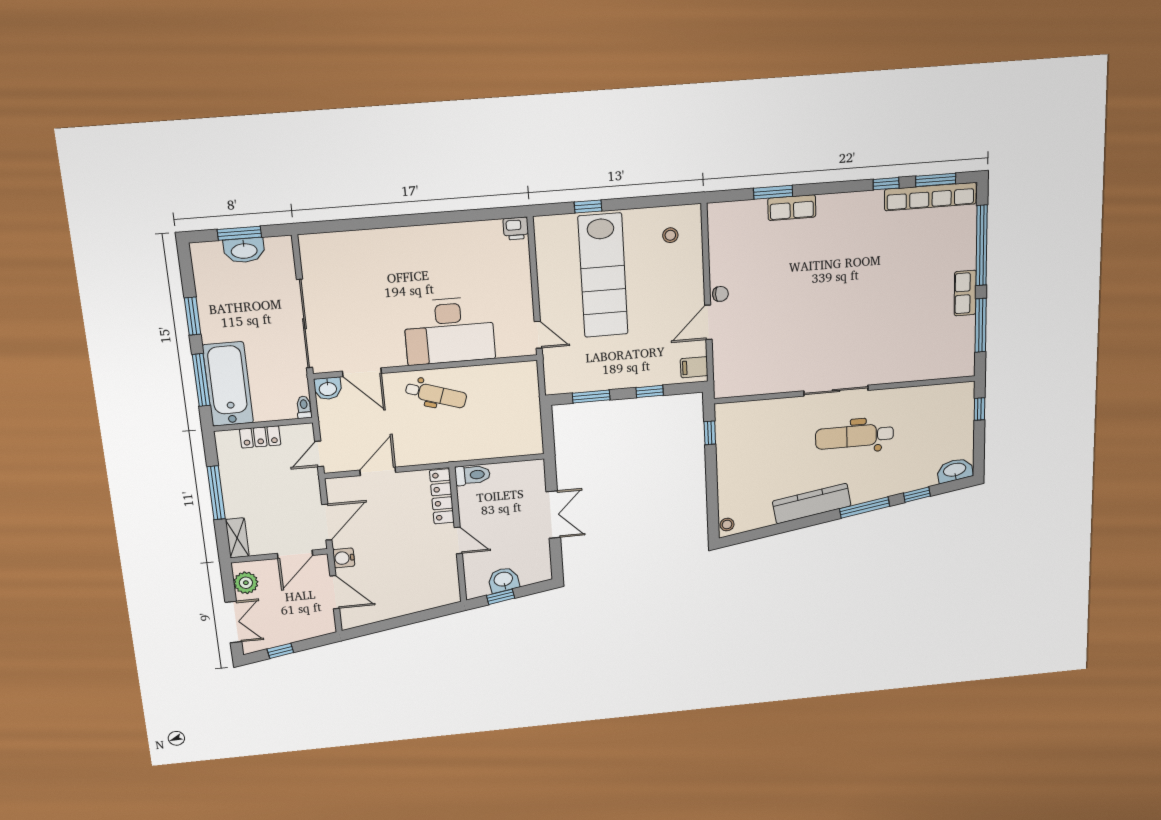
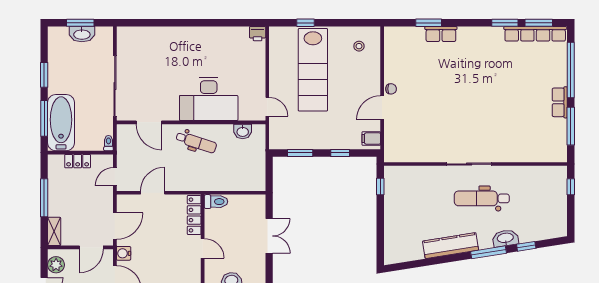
window: (886, 184) -> (505, 23), width x1.50
washbasin: (328, 388) -> (243, 131), moved
washbasin: (955, 470) -> (505, 238), moved
stool: (727, 525) -> (390, 255), removed

